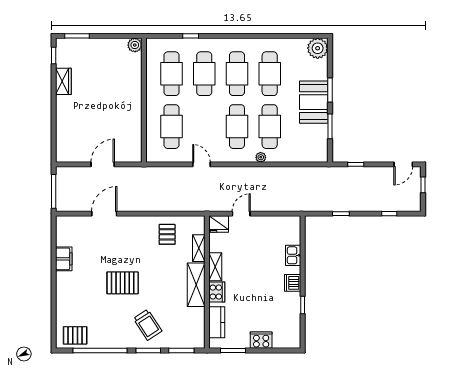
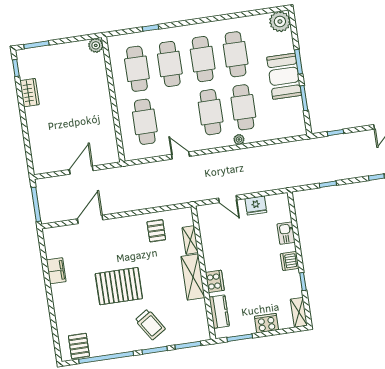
door: (241, 214) -> (228, 199), swing flipped
fridge: (219, 224) -> (256, 206), moved
shelving: (215, 267) -> (299, 312), moved
pallet: (123, 283) -> (119, 286), width x1.37, depth x1.41
pallet: (75, 335) -> (79, 346), turned 90

